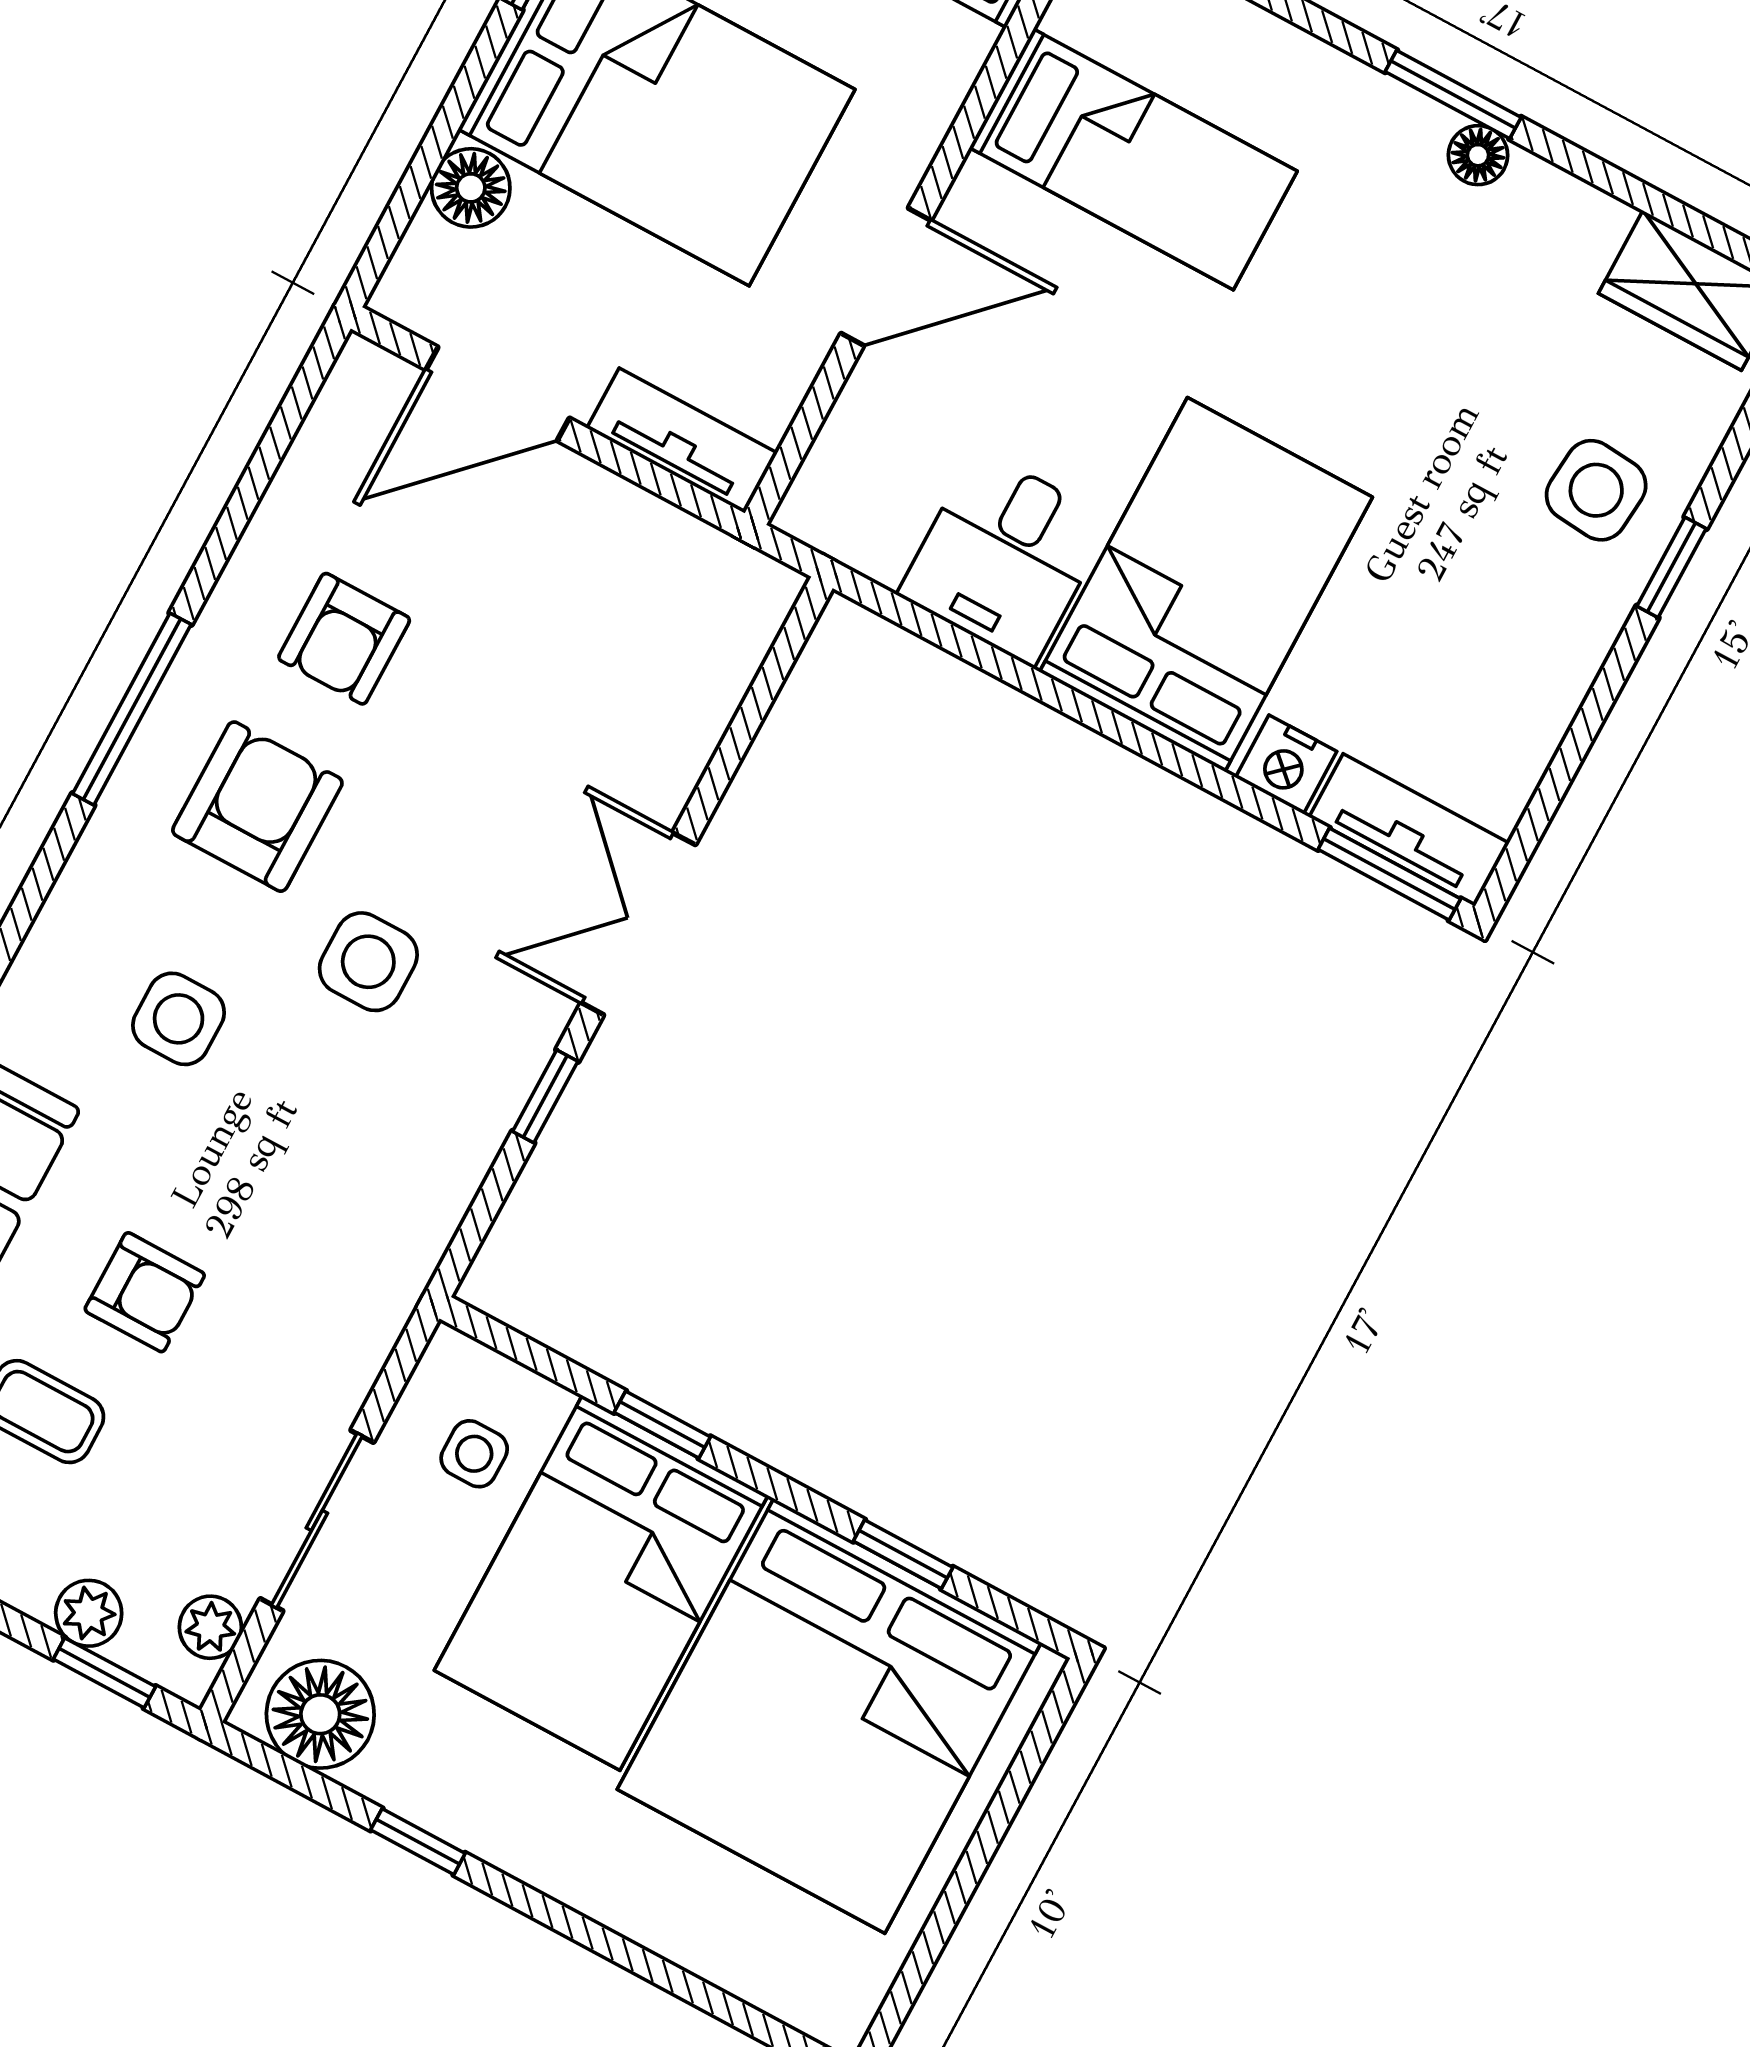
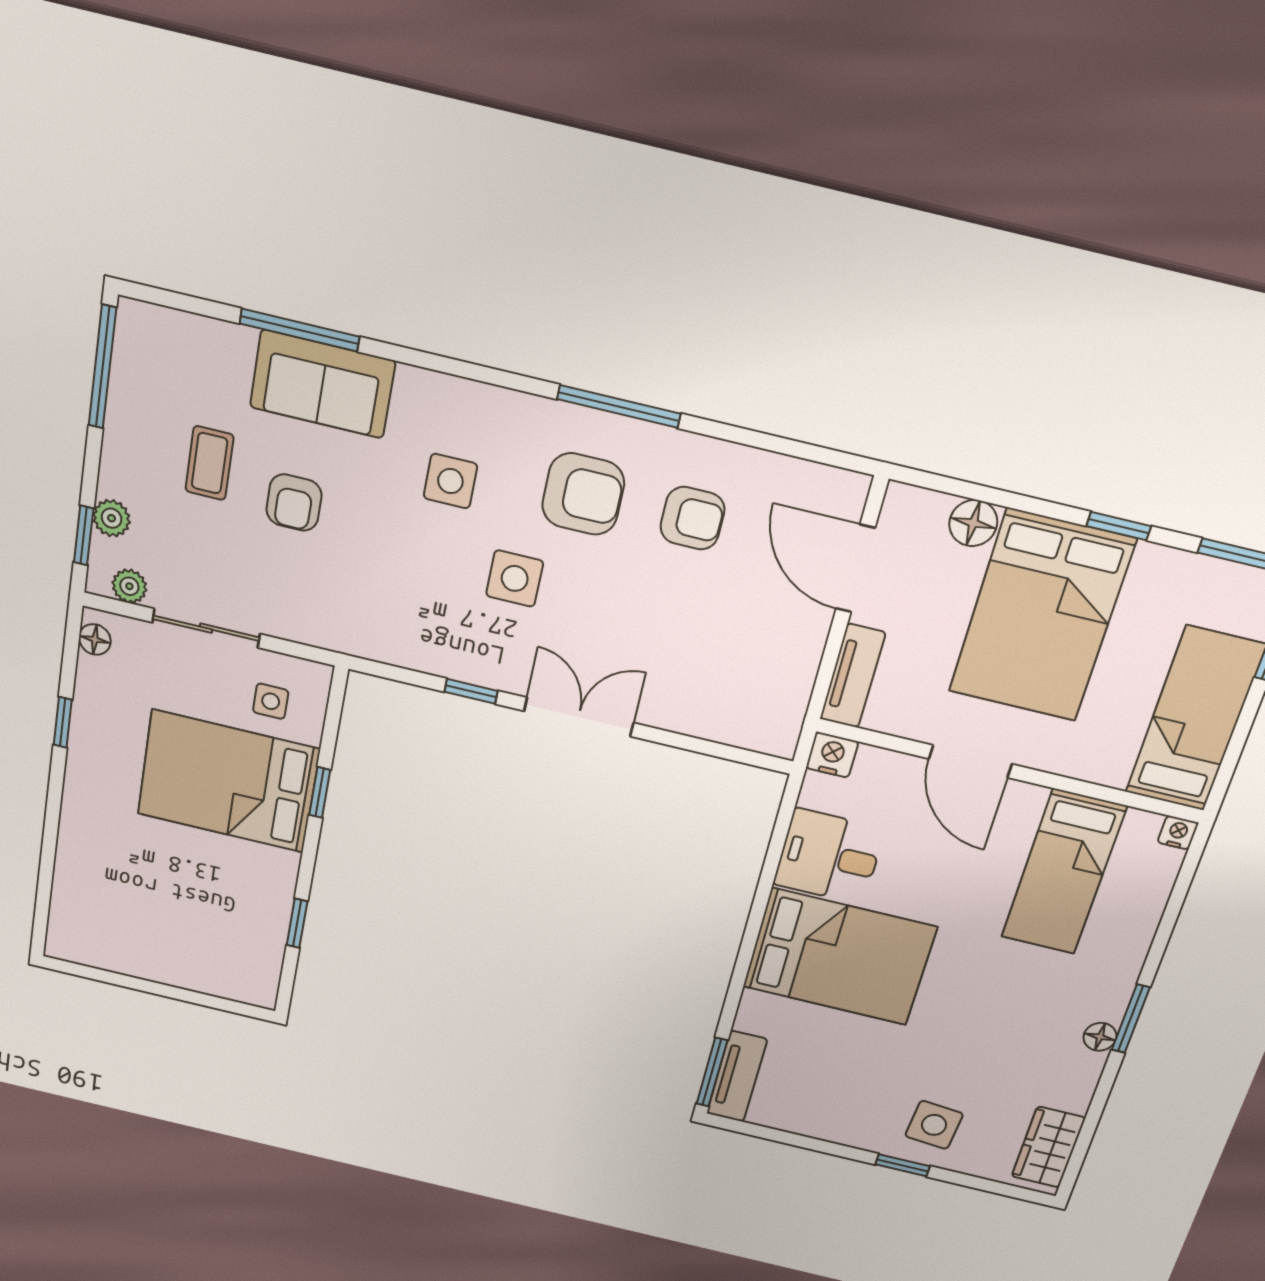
armchair: (344, 639) -> (692, 518), turned 180
nightstand: (1286, 764) -> (832, 755), moved, turned 90
floor lamp: (320, 1714) -> (95, 639), width x0.53, depth x0.53
bed: (829, 1716) -> (204, 907), removed

